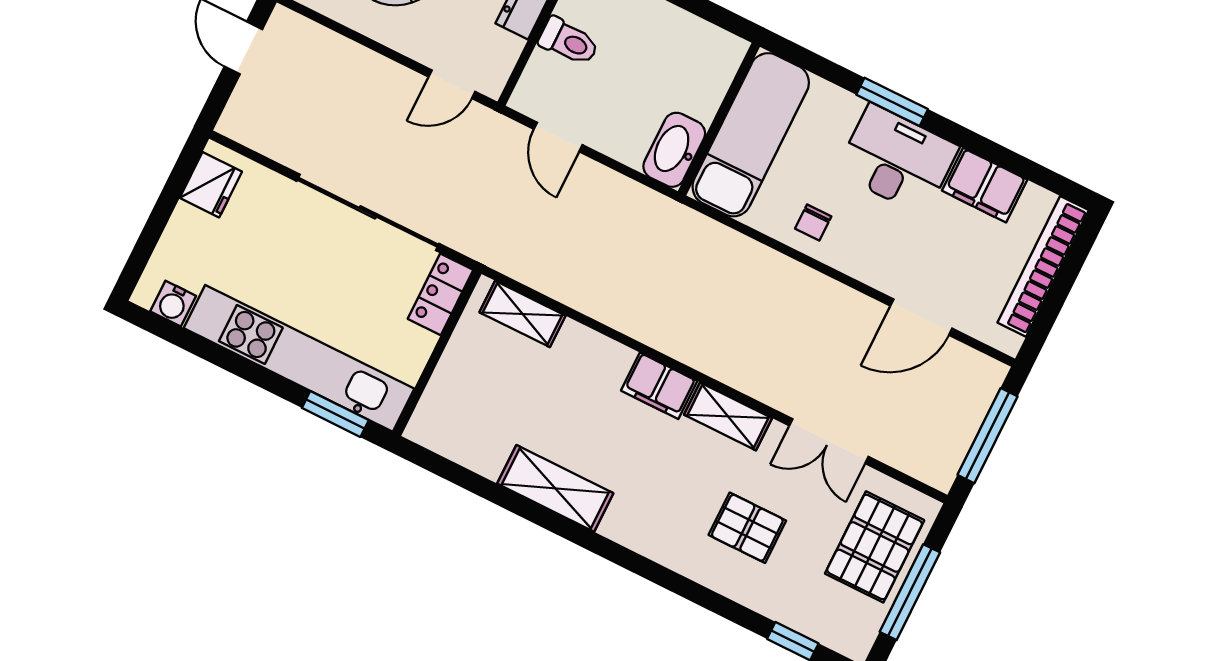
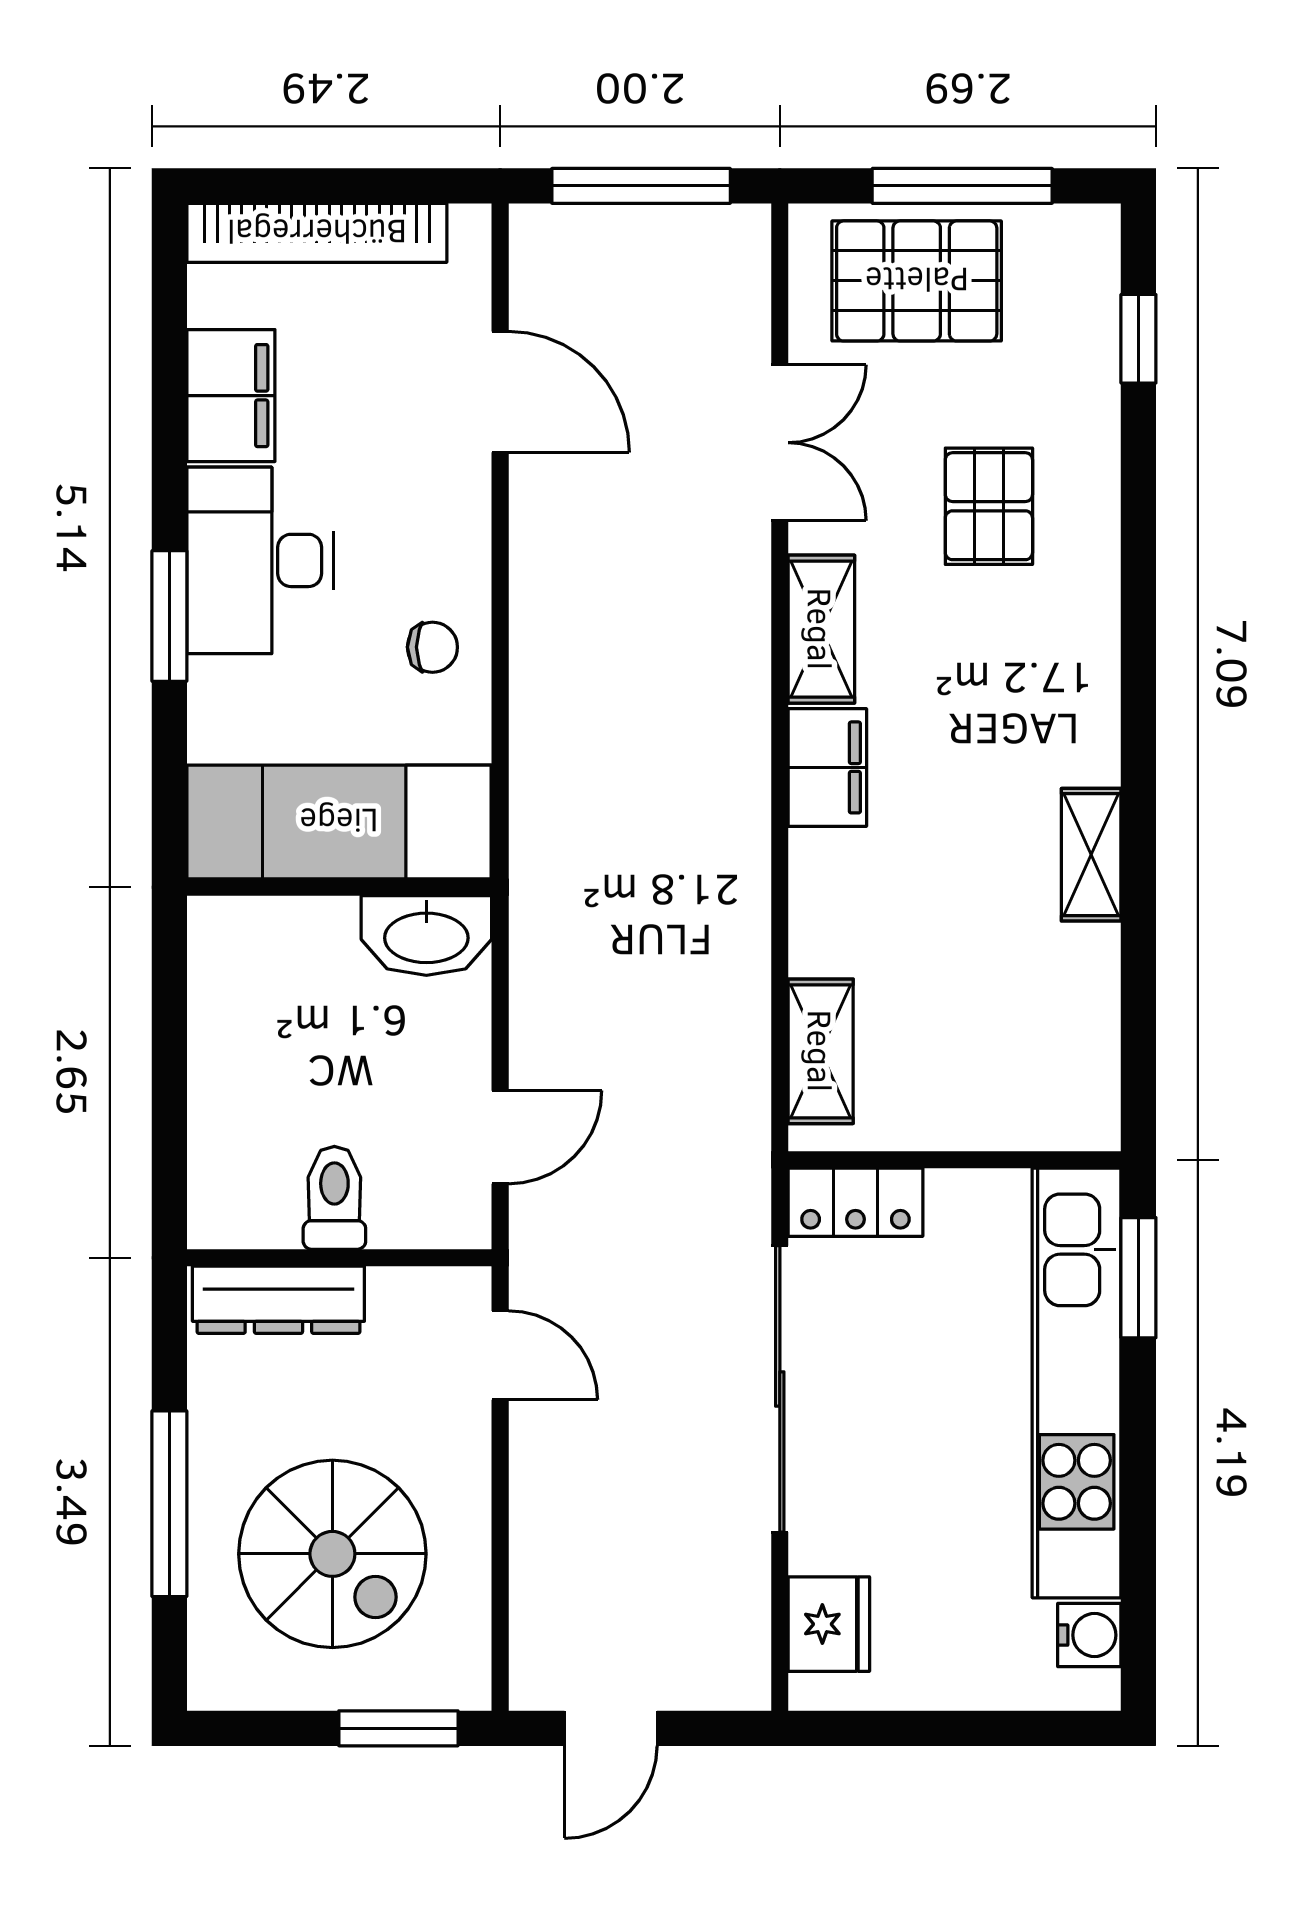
fridge: (211, 185) -> (829, 1624), moved, turned 90
shelving: (555, 488) -> (1091, 855), width x0.67, depth x0.75

